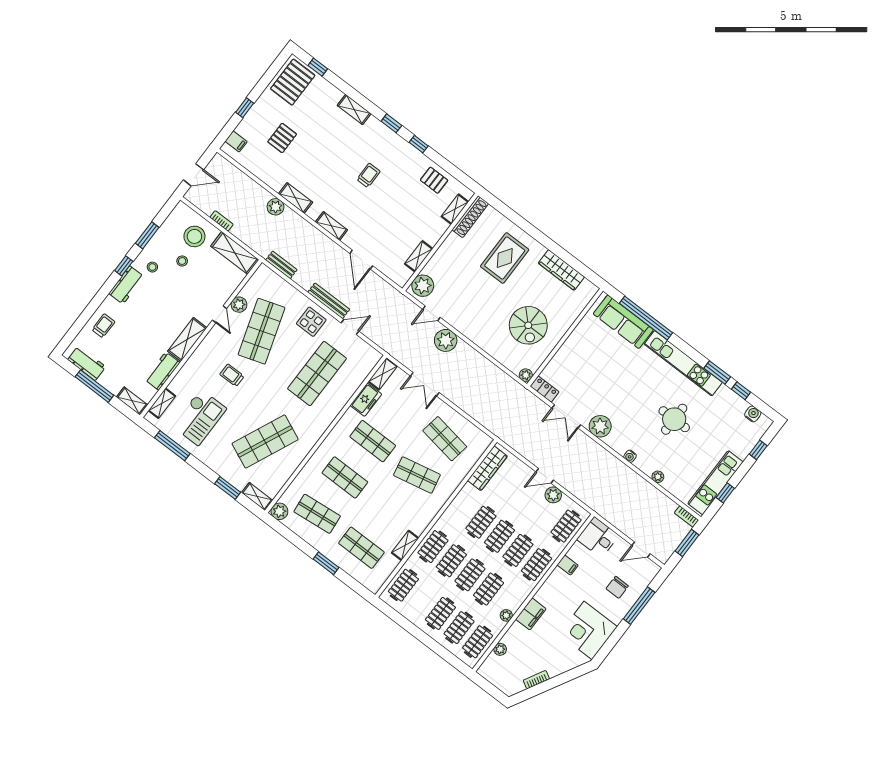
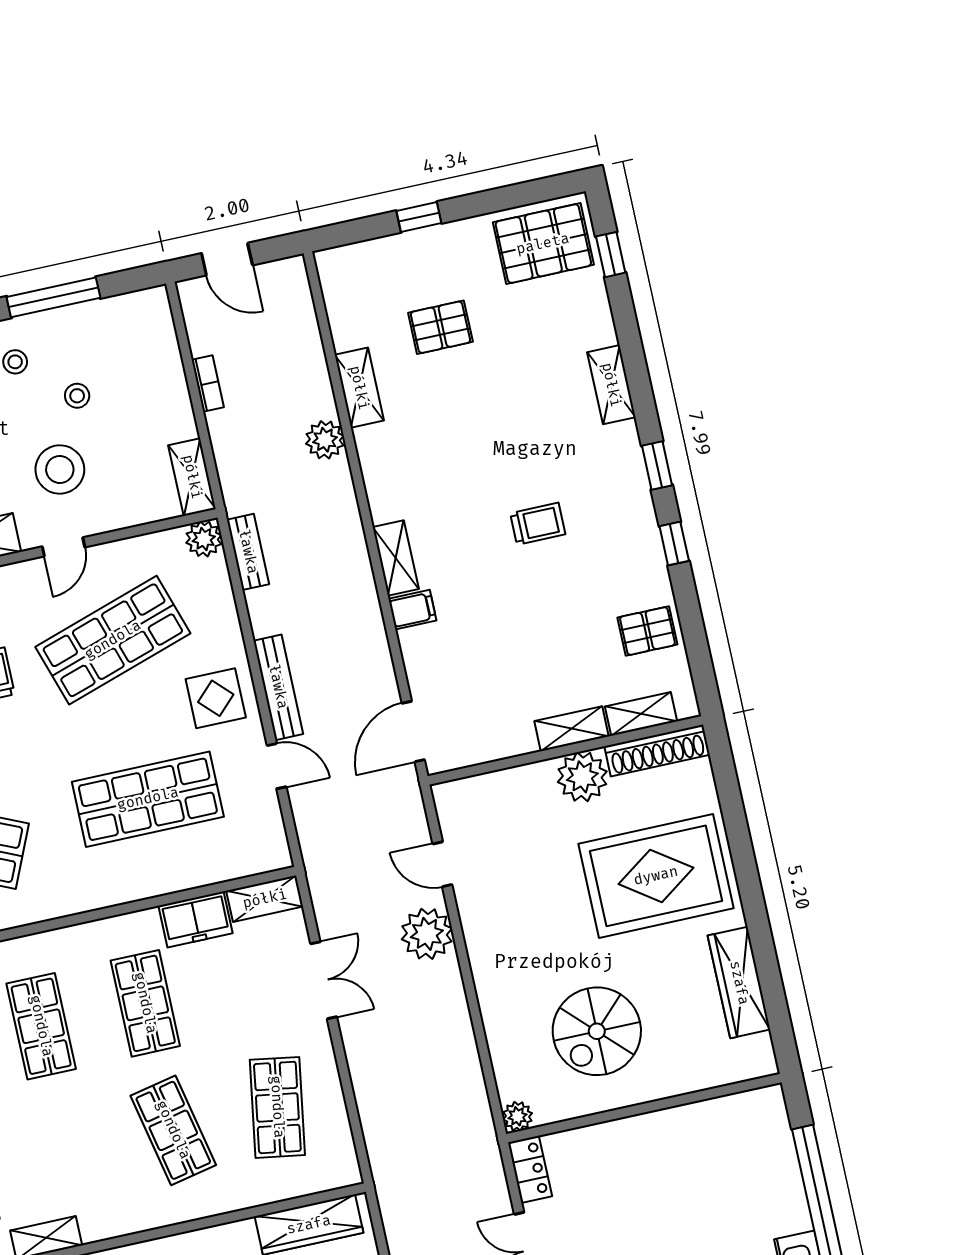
filing cabinet: (236, 141) -> (412, 610), moved, turned -90
pallet: (434, 180) -> (647, 631), turned 90
shelving: (296, 198) -> (359, 388), moved
window: (147, 235) -> (53, 297), width x1.44
stool: (194, 236) -> (60, 469), moved
shelving: (235, 253) -> (192, 477), width x0.67, depth x0.75
shelving: (419, 256) -> (572, 729), moved
rug: (505, 258) -> (656, 876), width x1.37, depth x1.44
door: (361, 260) -> (413, 732), moved
plant: (423, 286) -> (582, 777), moved
plant: (239, 305) -> (204, 539), moved
sofa: (623, 322) -> (771, 1168), removed
double door: (425, 384) -> (324, 980), swing flipped

